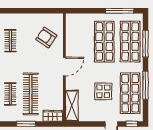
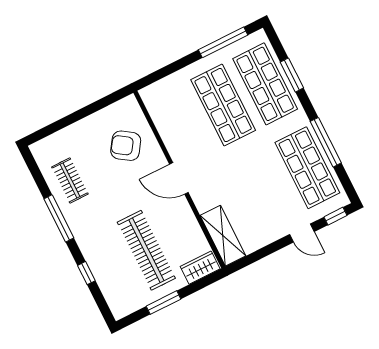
window: (146, 44) -> (292, 75), width x0.69
door: (64, 67) -> (179, 178), swing flipped
display table: (103, 91) -> (262, 187), removed
clothes rail: (10, 94) -> (113, 267), removed

